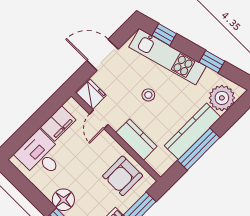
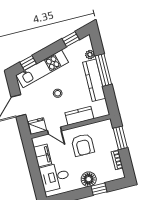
window: (212, 62) -> (71, 39), moved
plant: (222, 98) -> (90, 55), width x0.53, depth x0.53
window: (199, 149) -> (103, 70), moved
armchair: (123, 176) -> (83, 145), moved

